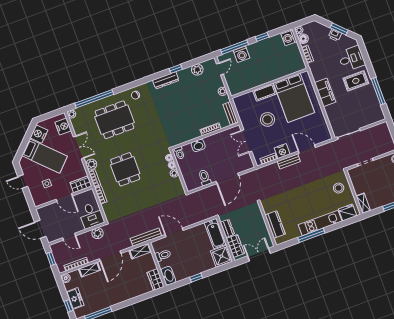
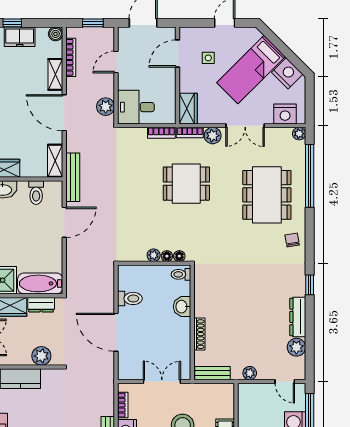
window: (176, 69) -> (310, 285), moved
dresser: (166, 80) -> (298, 317), moved
door: (64, 198) -> (178, 54), moved
plant: (257, 217) -> (41, 356), added

